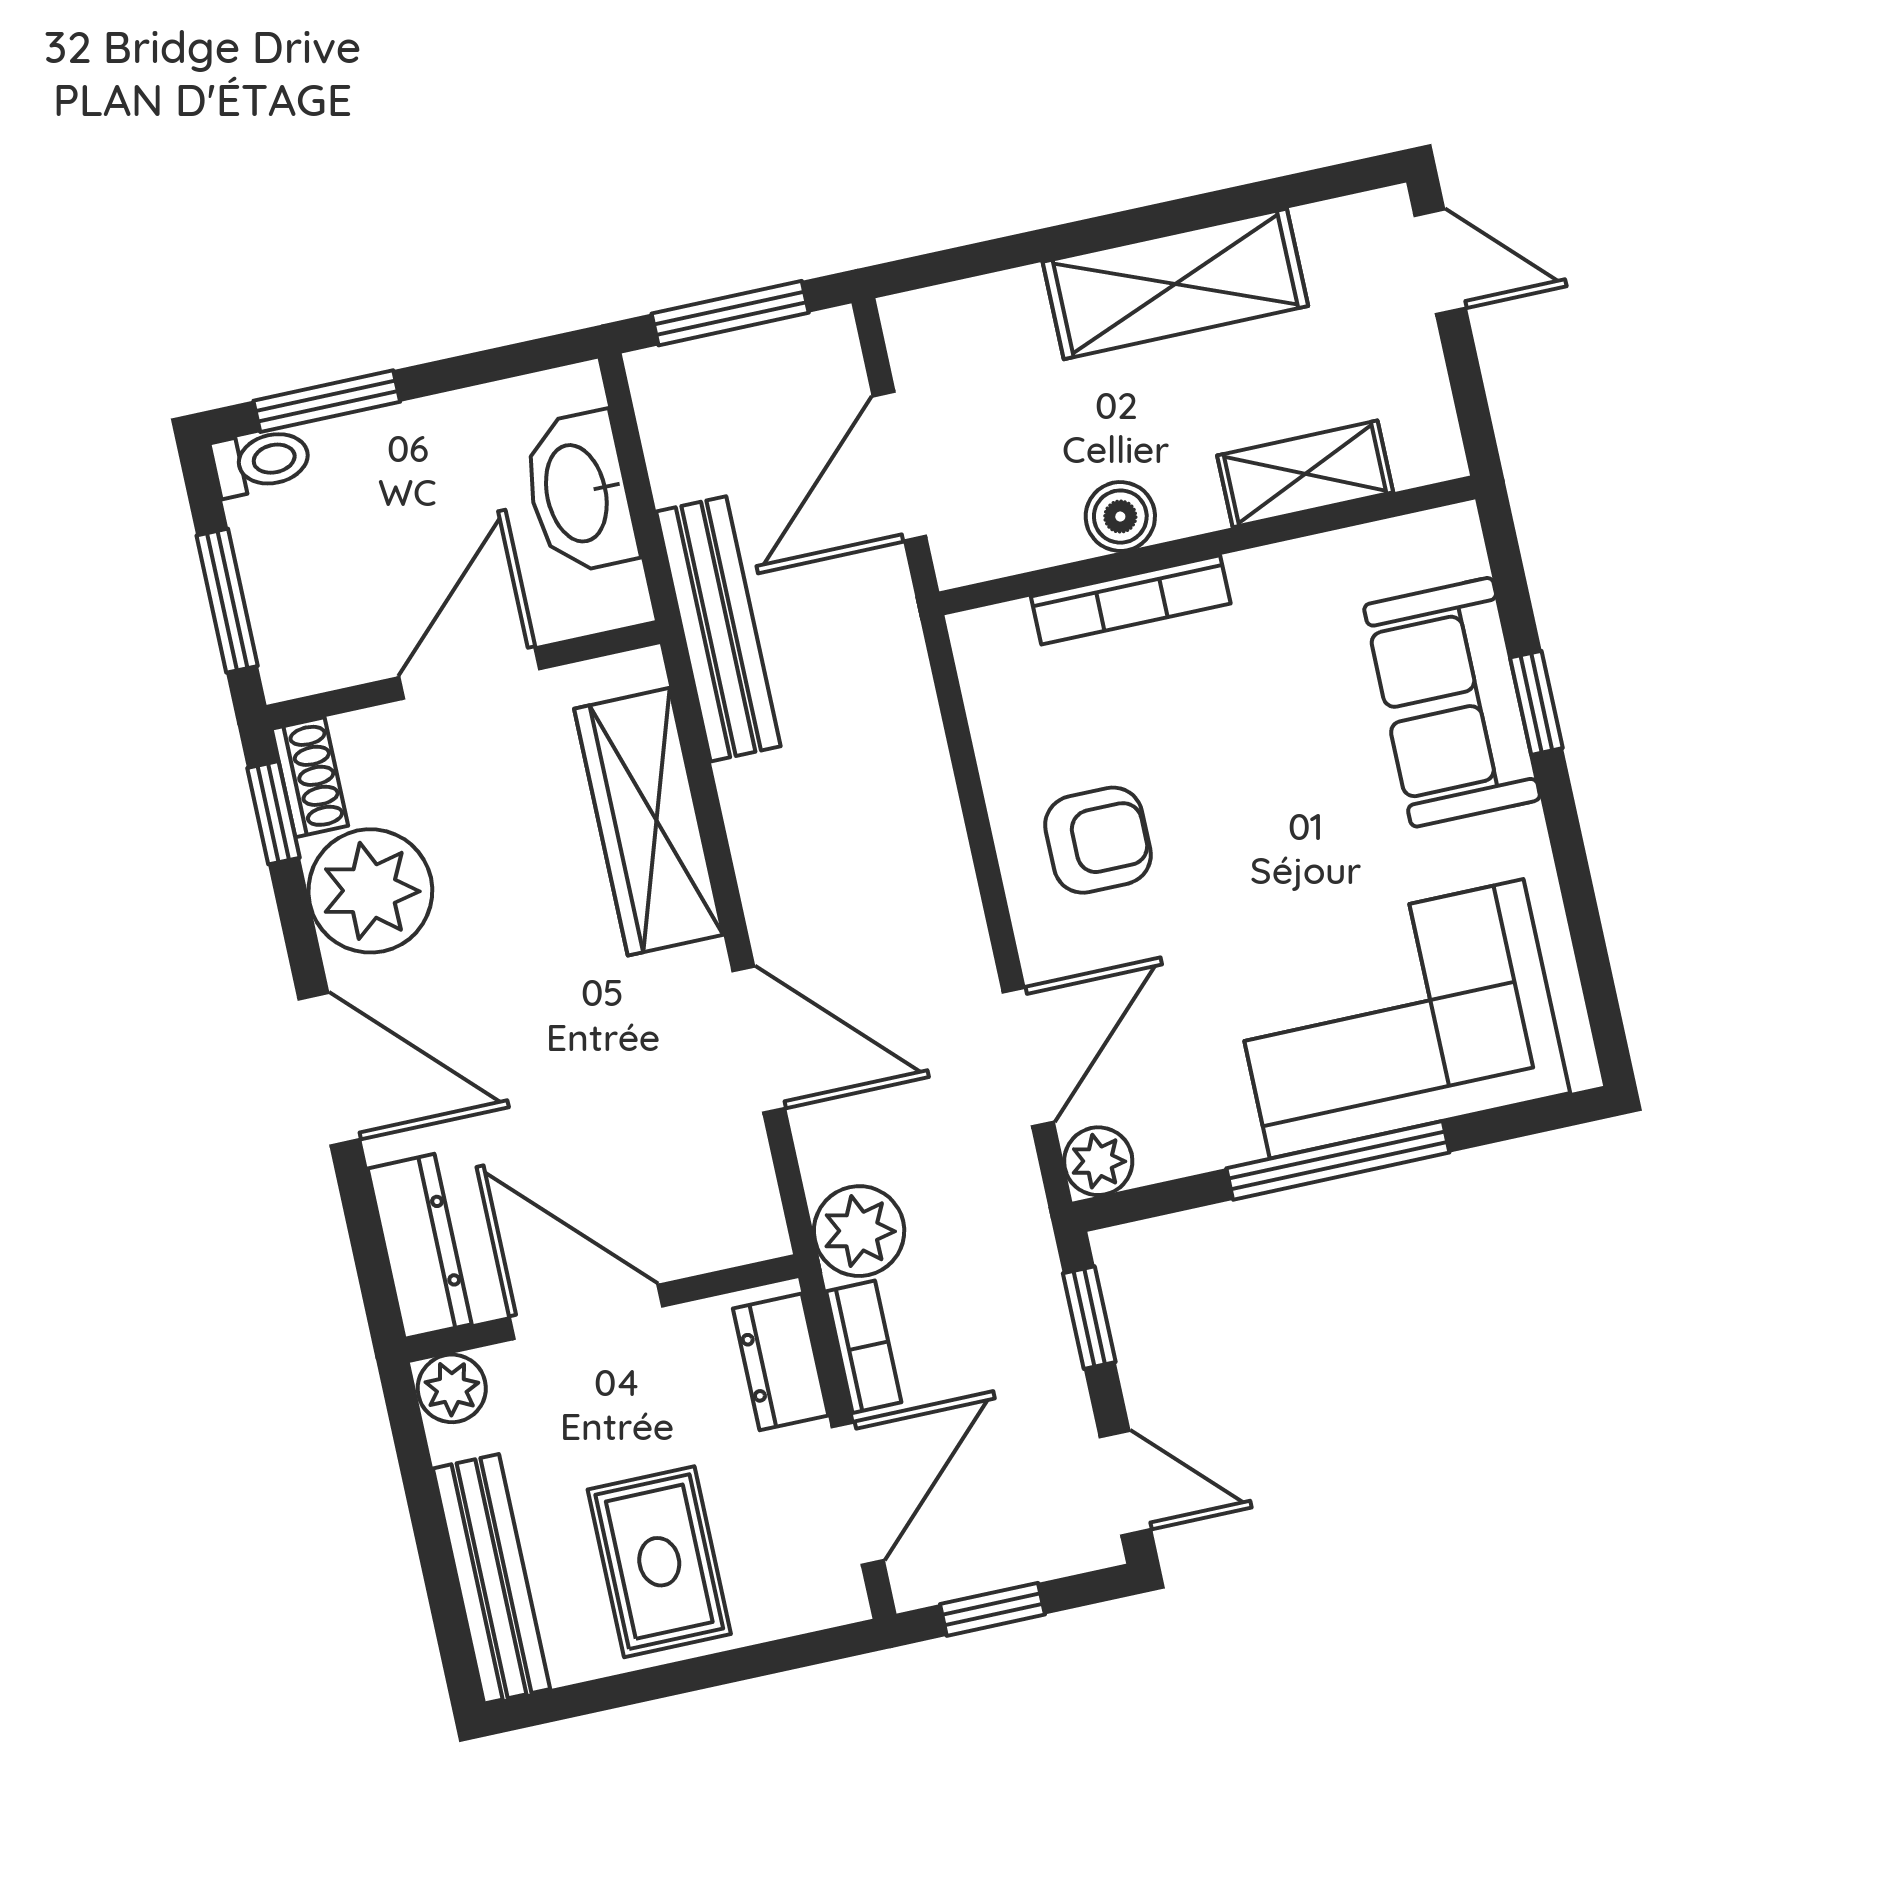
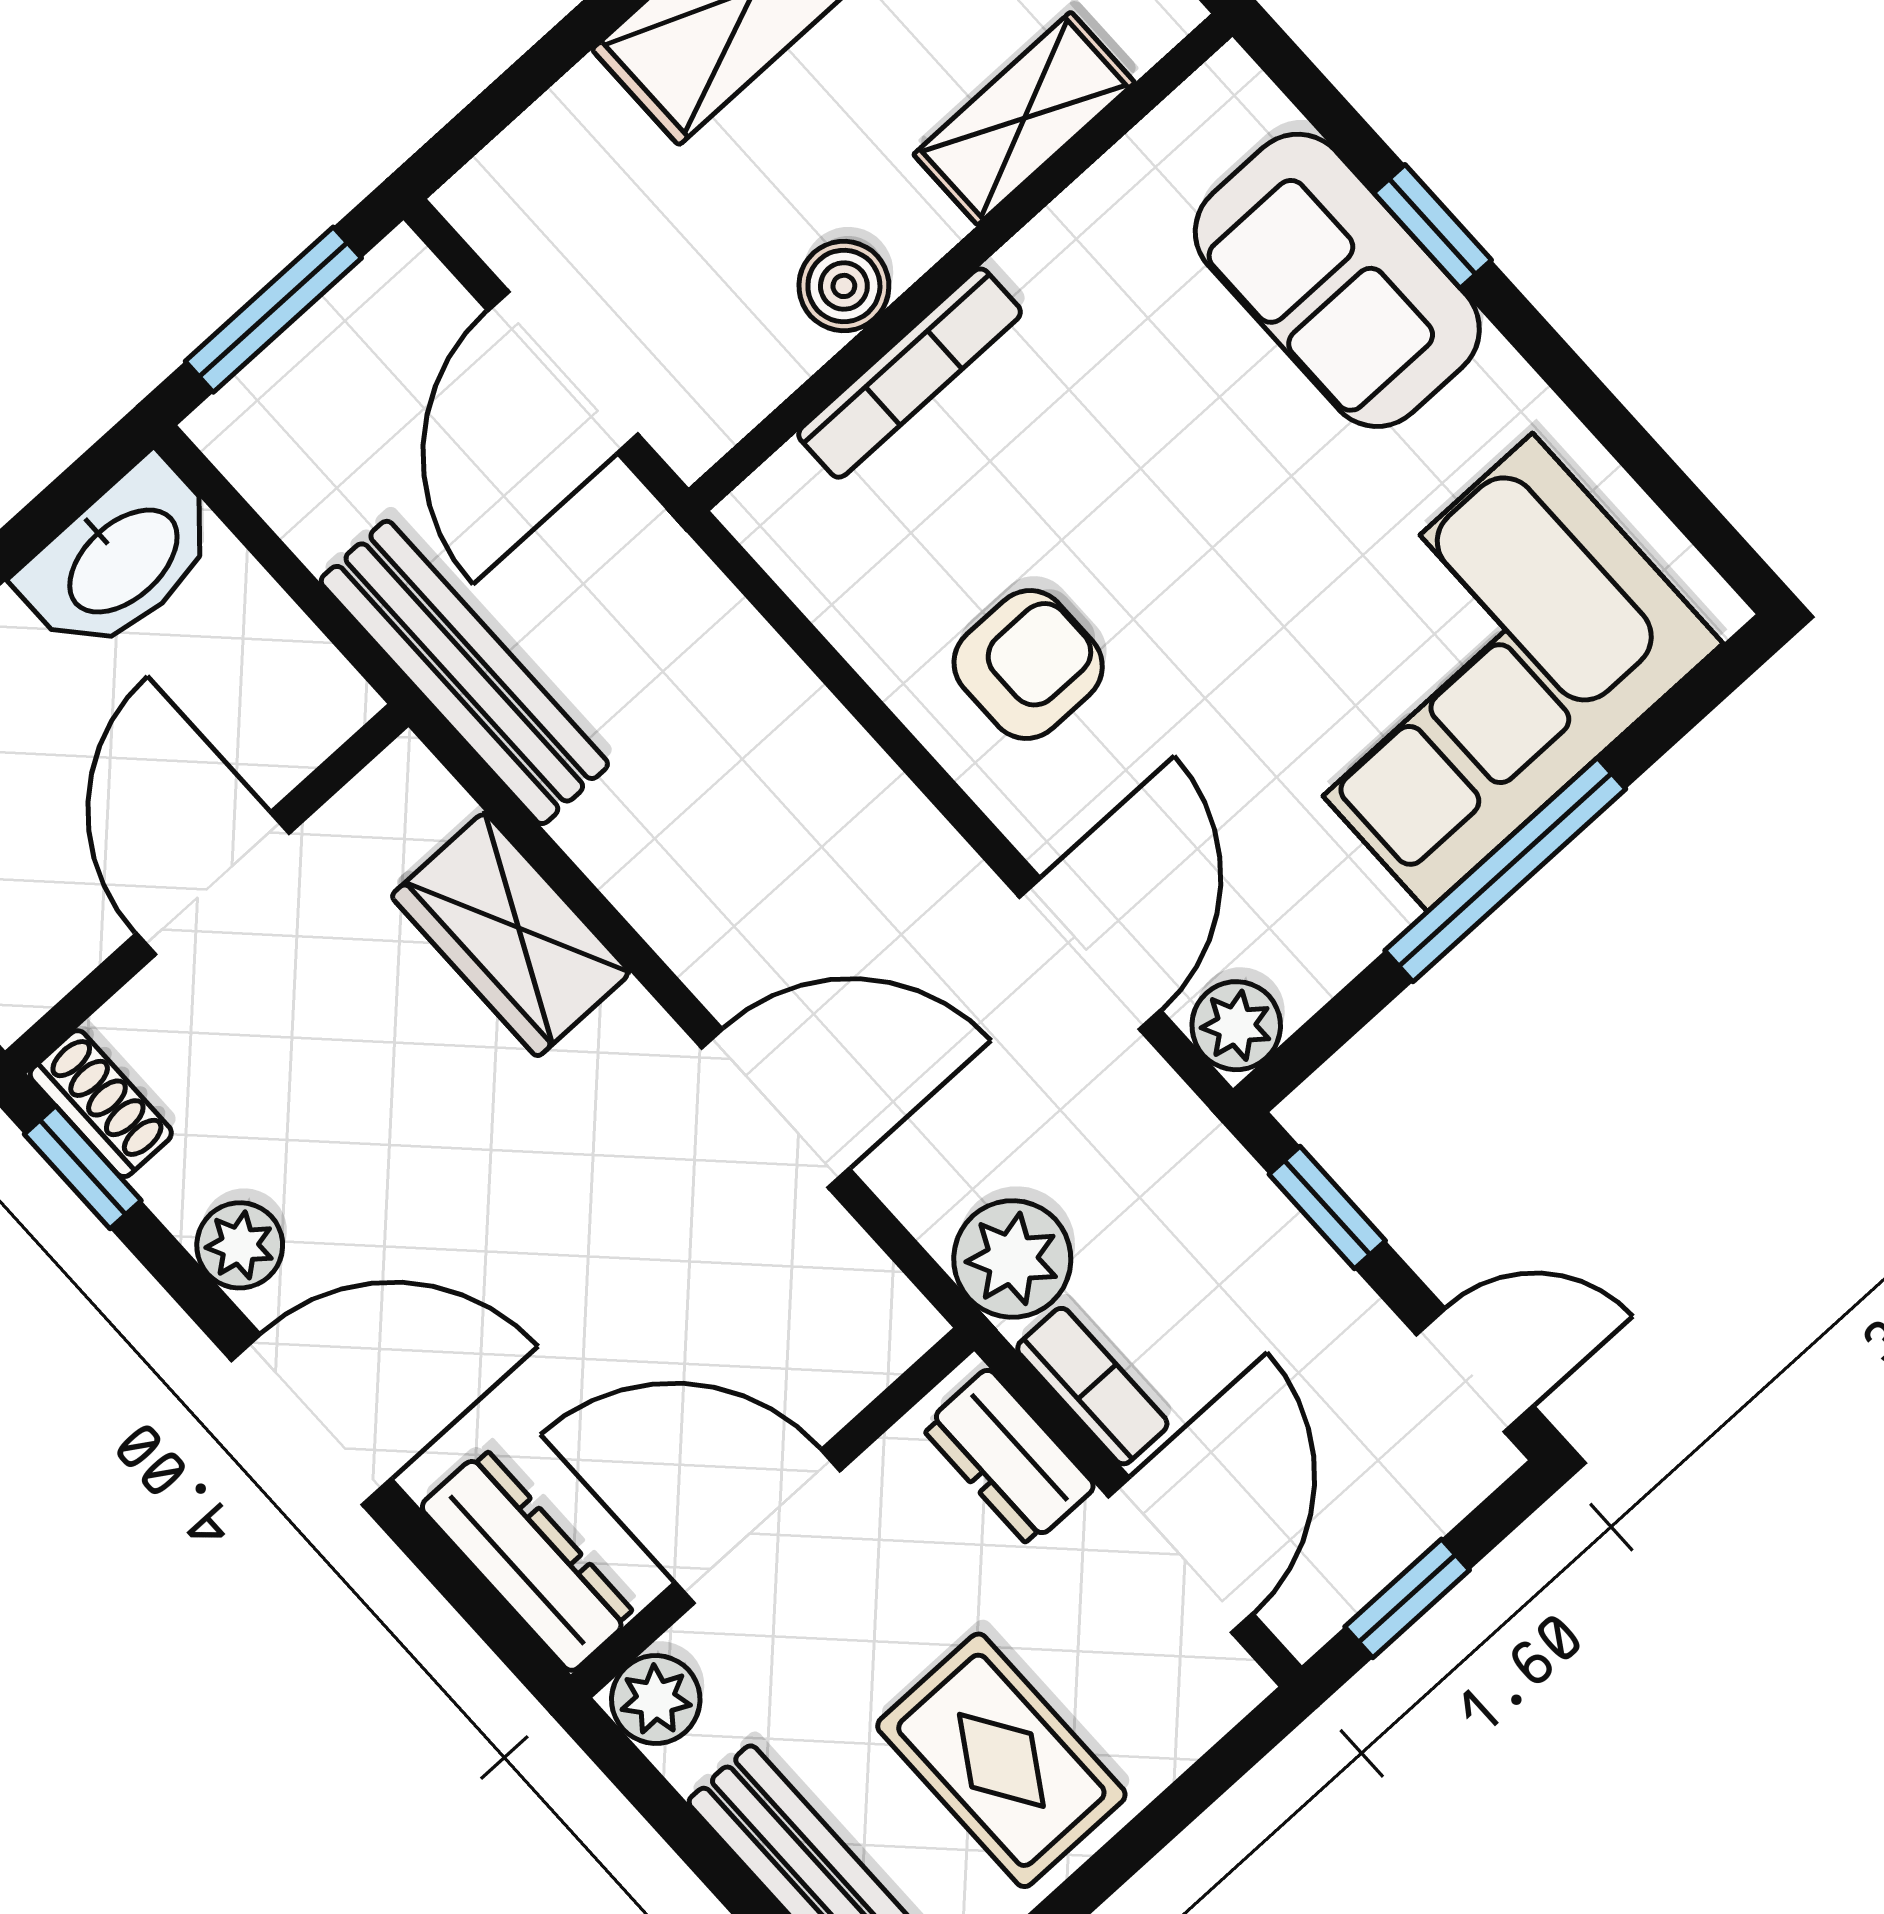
washbasin: (579, 493) -> (121, 558), moved, turned -90
wardrobe: (649, 822) -> (511, 934), width x0.67
plant: (370, 891) -> (240, 1245), width x0.53, depth x0.53

